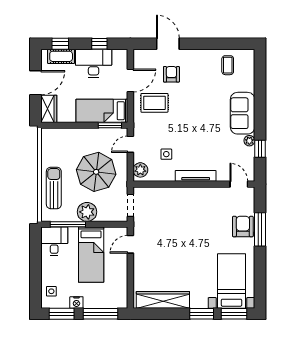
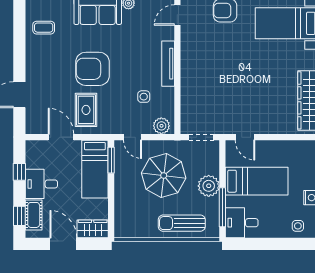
desk: (94, 63) -> (41, 184), width x0.73
armchair: (171, 74) -> (93, 69), moved, width x1.88, depth x1.88

